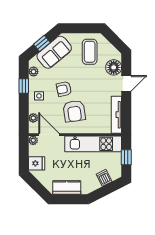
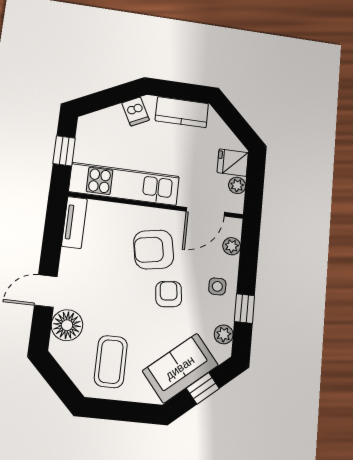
armchair: (64, 89) -> (169, 294), turned -85
armchair: (74, 111) -> (154, 249), turned -92
tv unit: (116, 115) -> (74, 222), width x0.71
door: (49, 135) -> (205, 212), hinge flipped
plant: (33, 140) -> (237, 185), moved
dishwasher: (104, 178) -> (136, 111), moved

